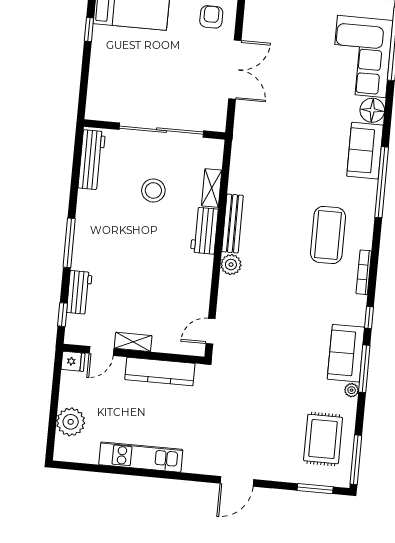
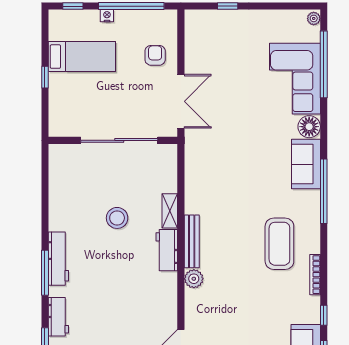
wall: (154, 129) -> (113, 140), moved
sliding door: (161, 130) -> (119, 140), moved
workbench: (92, 160) -> (58, 259), moved

